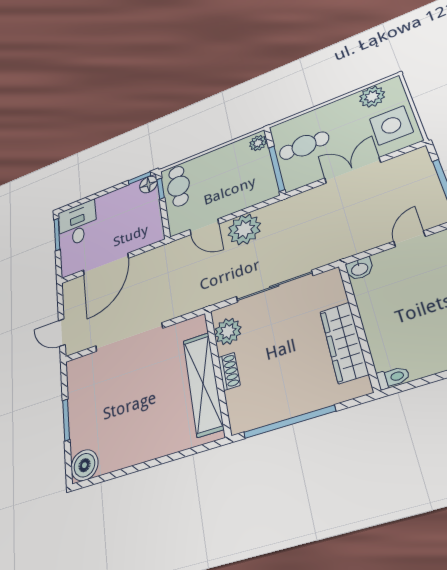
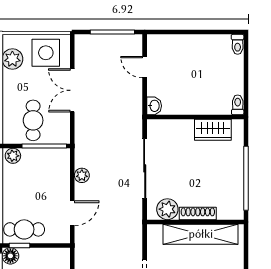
plant: (244, 229) -> (82, 175), width x0.53, depth x0.53
wardrobe: (344, 342) -> (213, 130), width x0.67
shoe rack: (229, 371) -> (198, 213), width x1.43

